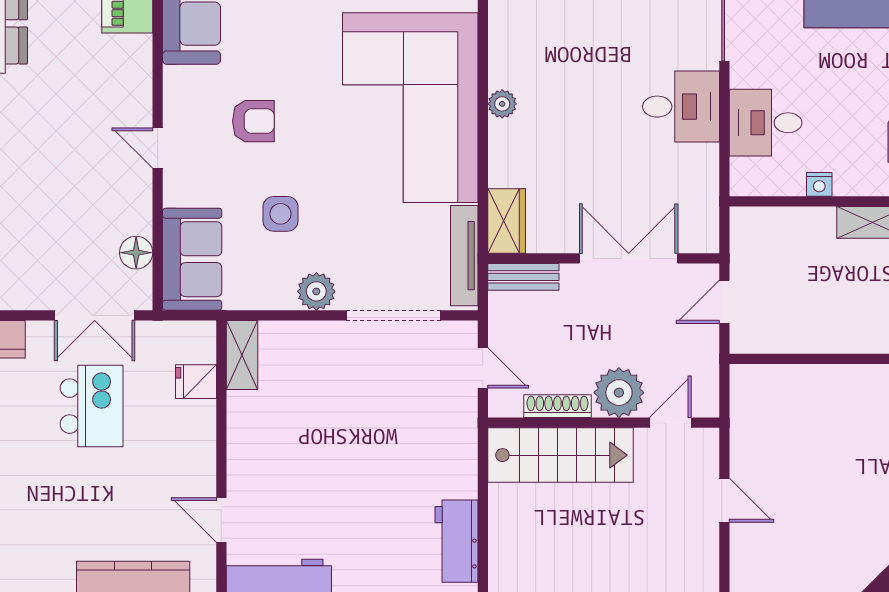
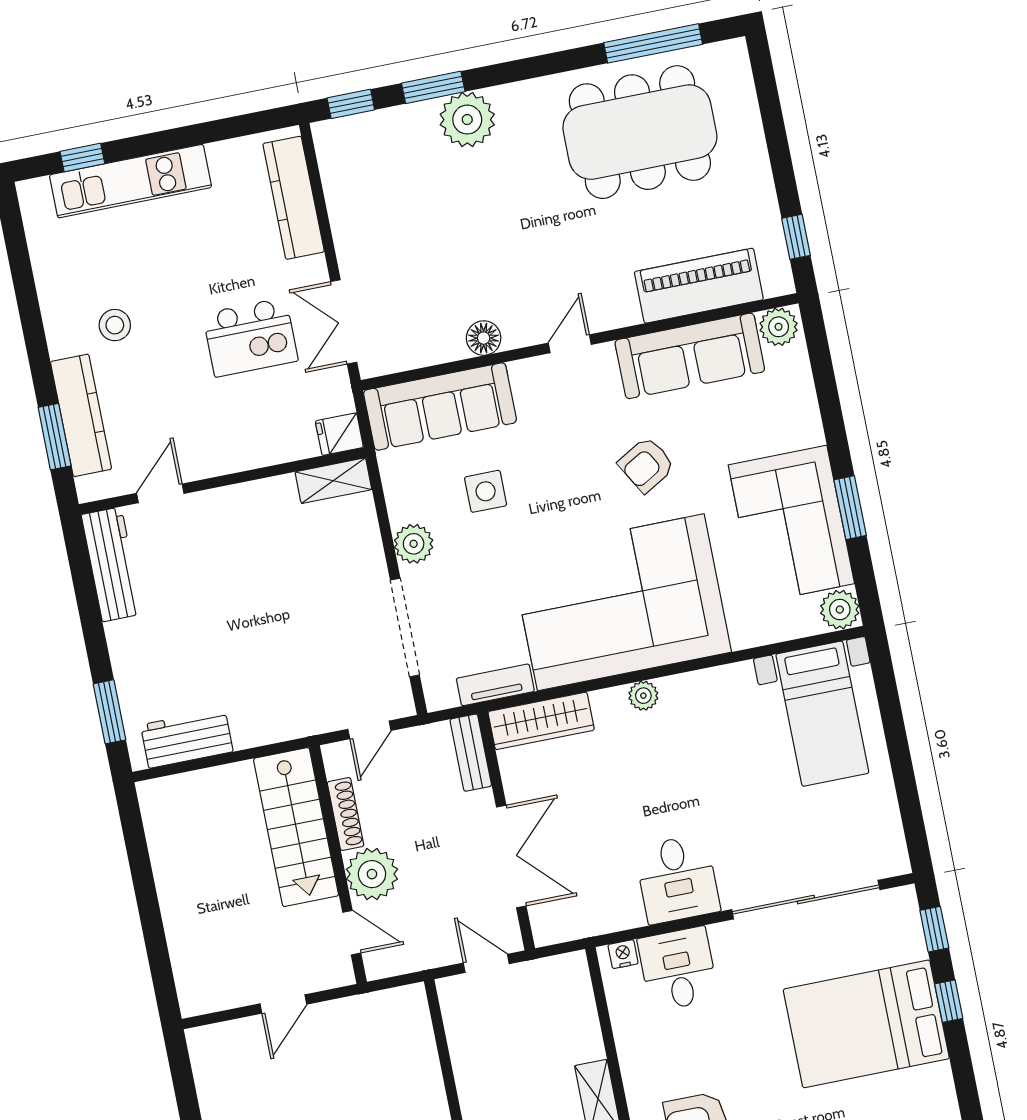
armchair: (253, 121) -> (646, 465), moved, turned 60
door: (158, 148) -> (570, 344), moved
nightstand: (819, 184) -> (623, 954), moved, turned 90
wardrobe: (507, 221) -> (541, 721), width x1.50
floor lamp: (136, 253) -> (484, 338), moved
tv unit: (464, 256) -> (495, 685), width x0.71
sofa: (192, 259) -> (440, 406), width x1.36
fridge: (196, 382) -> (339, 434), moved, turned -90
stool: (55, 531) -> (115, 325), added

